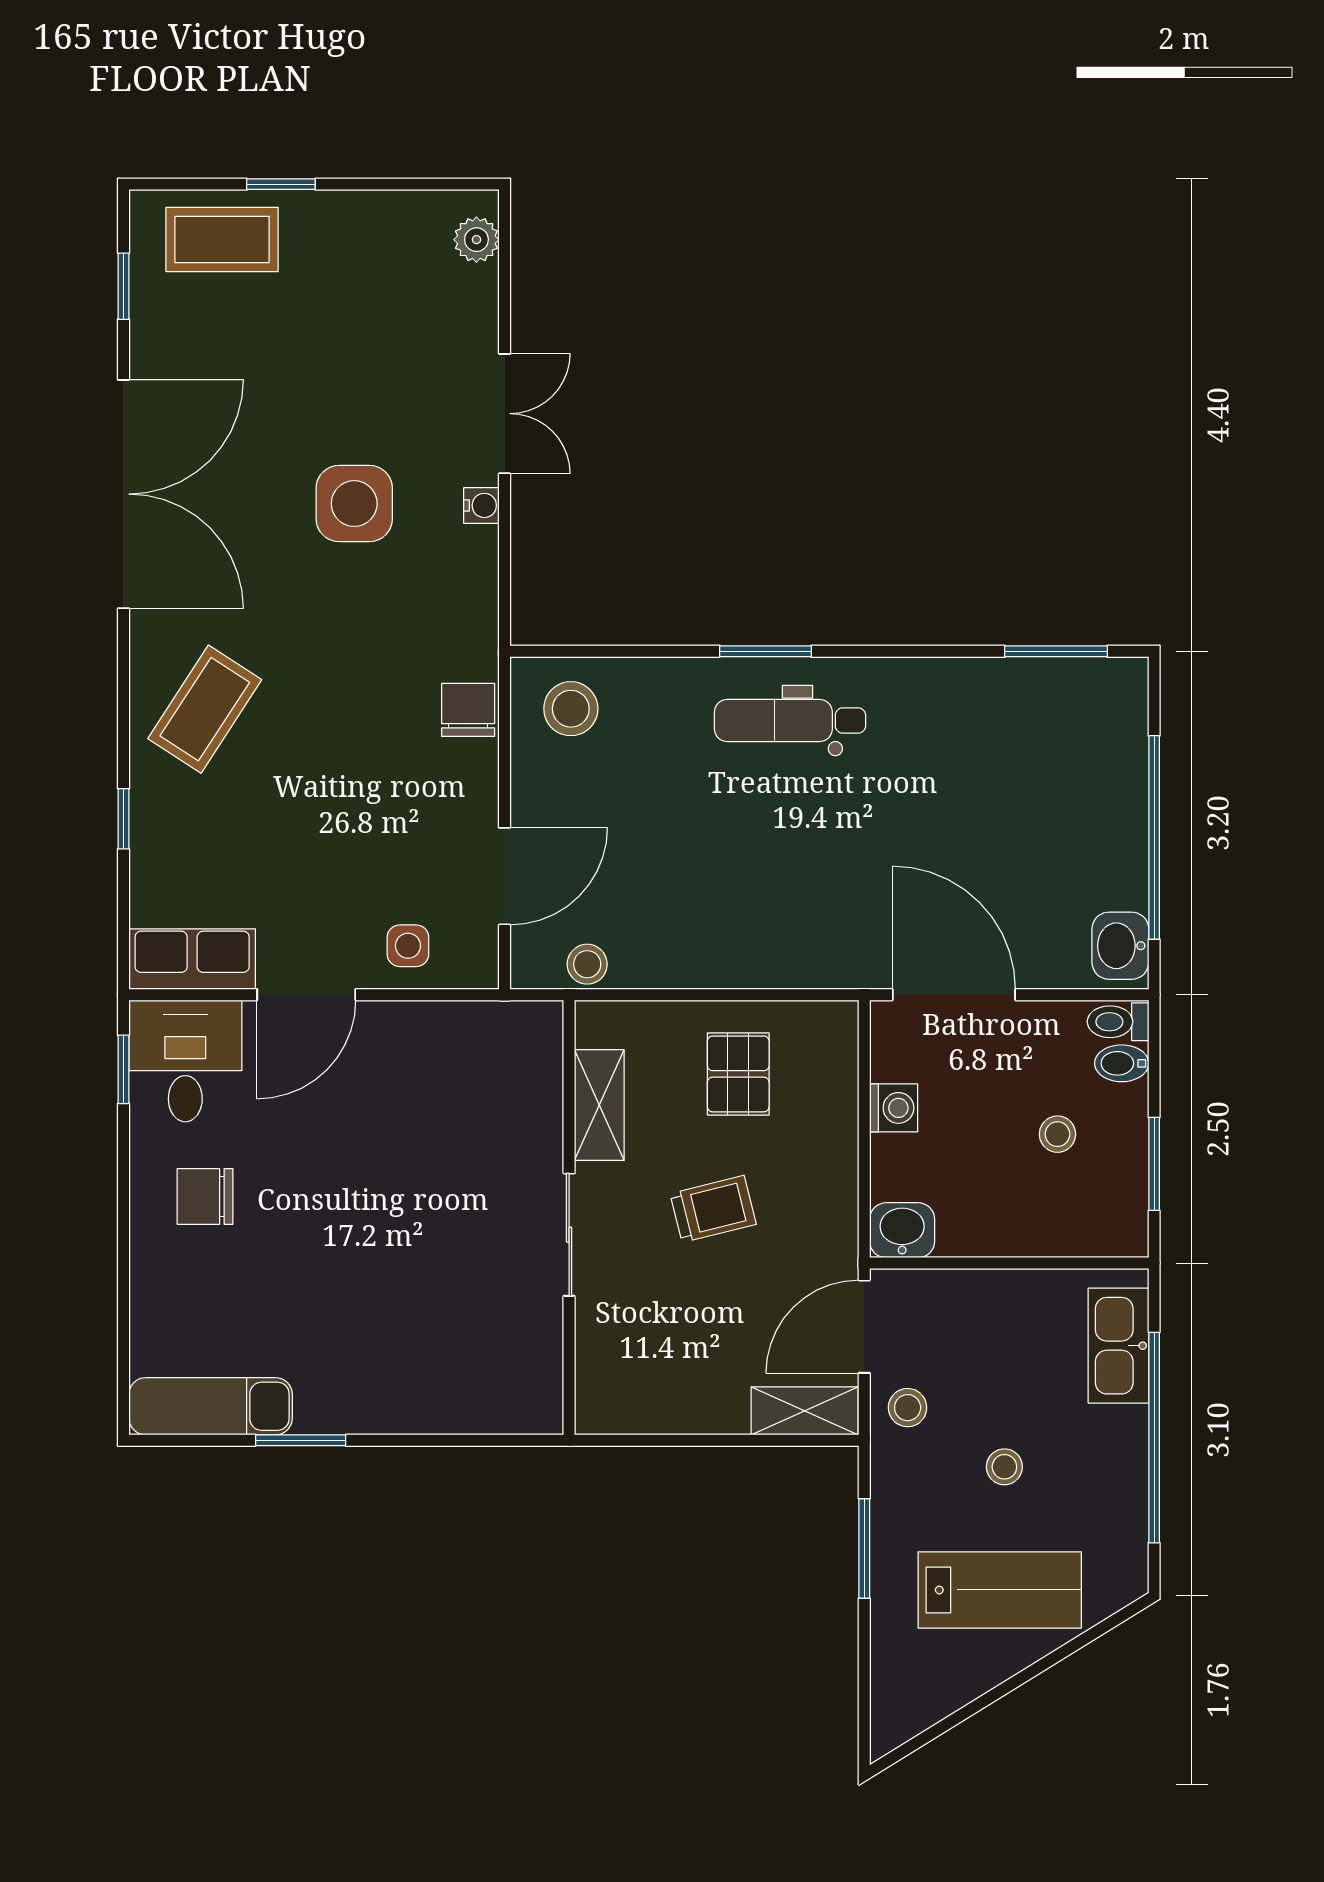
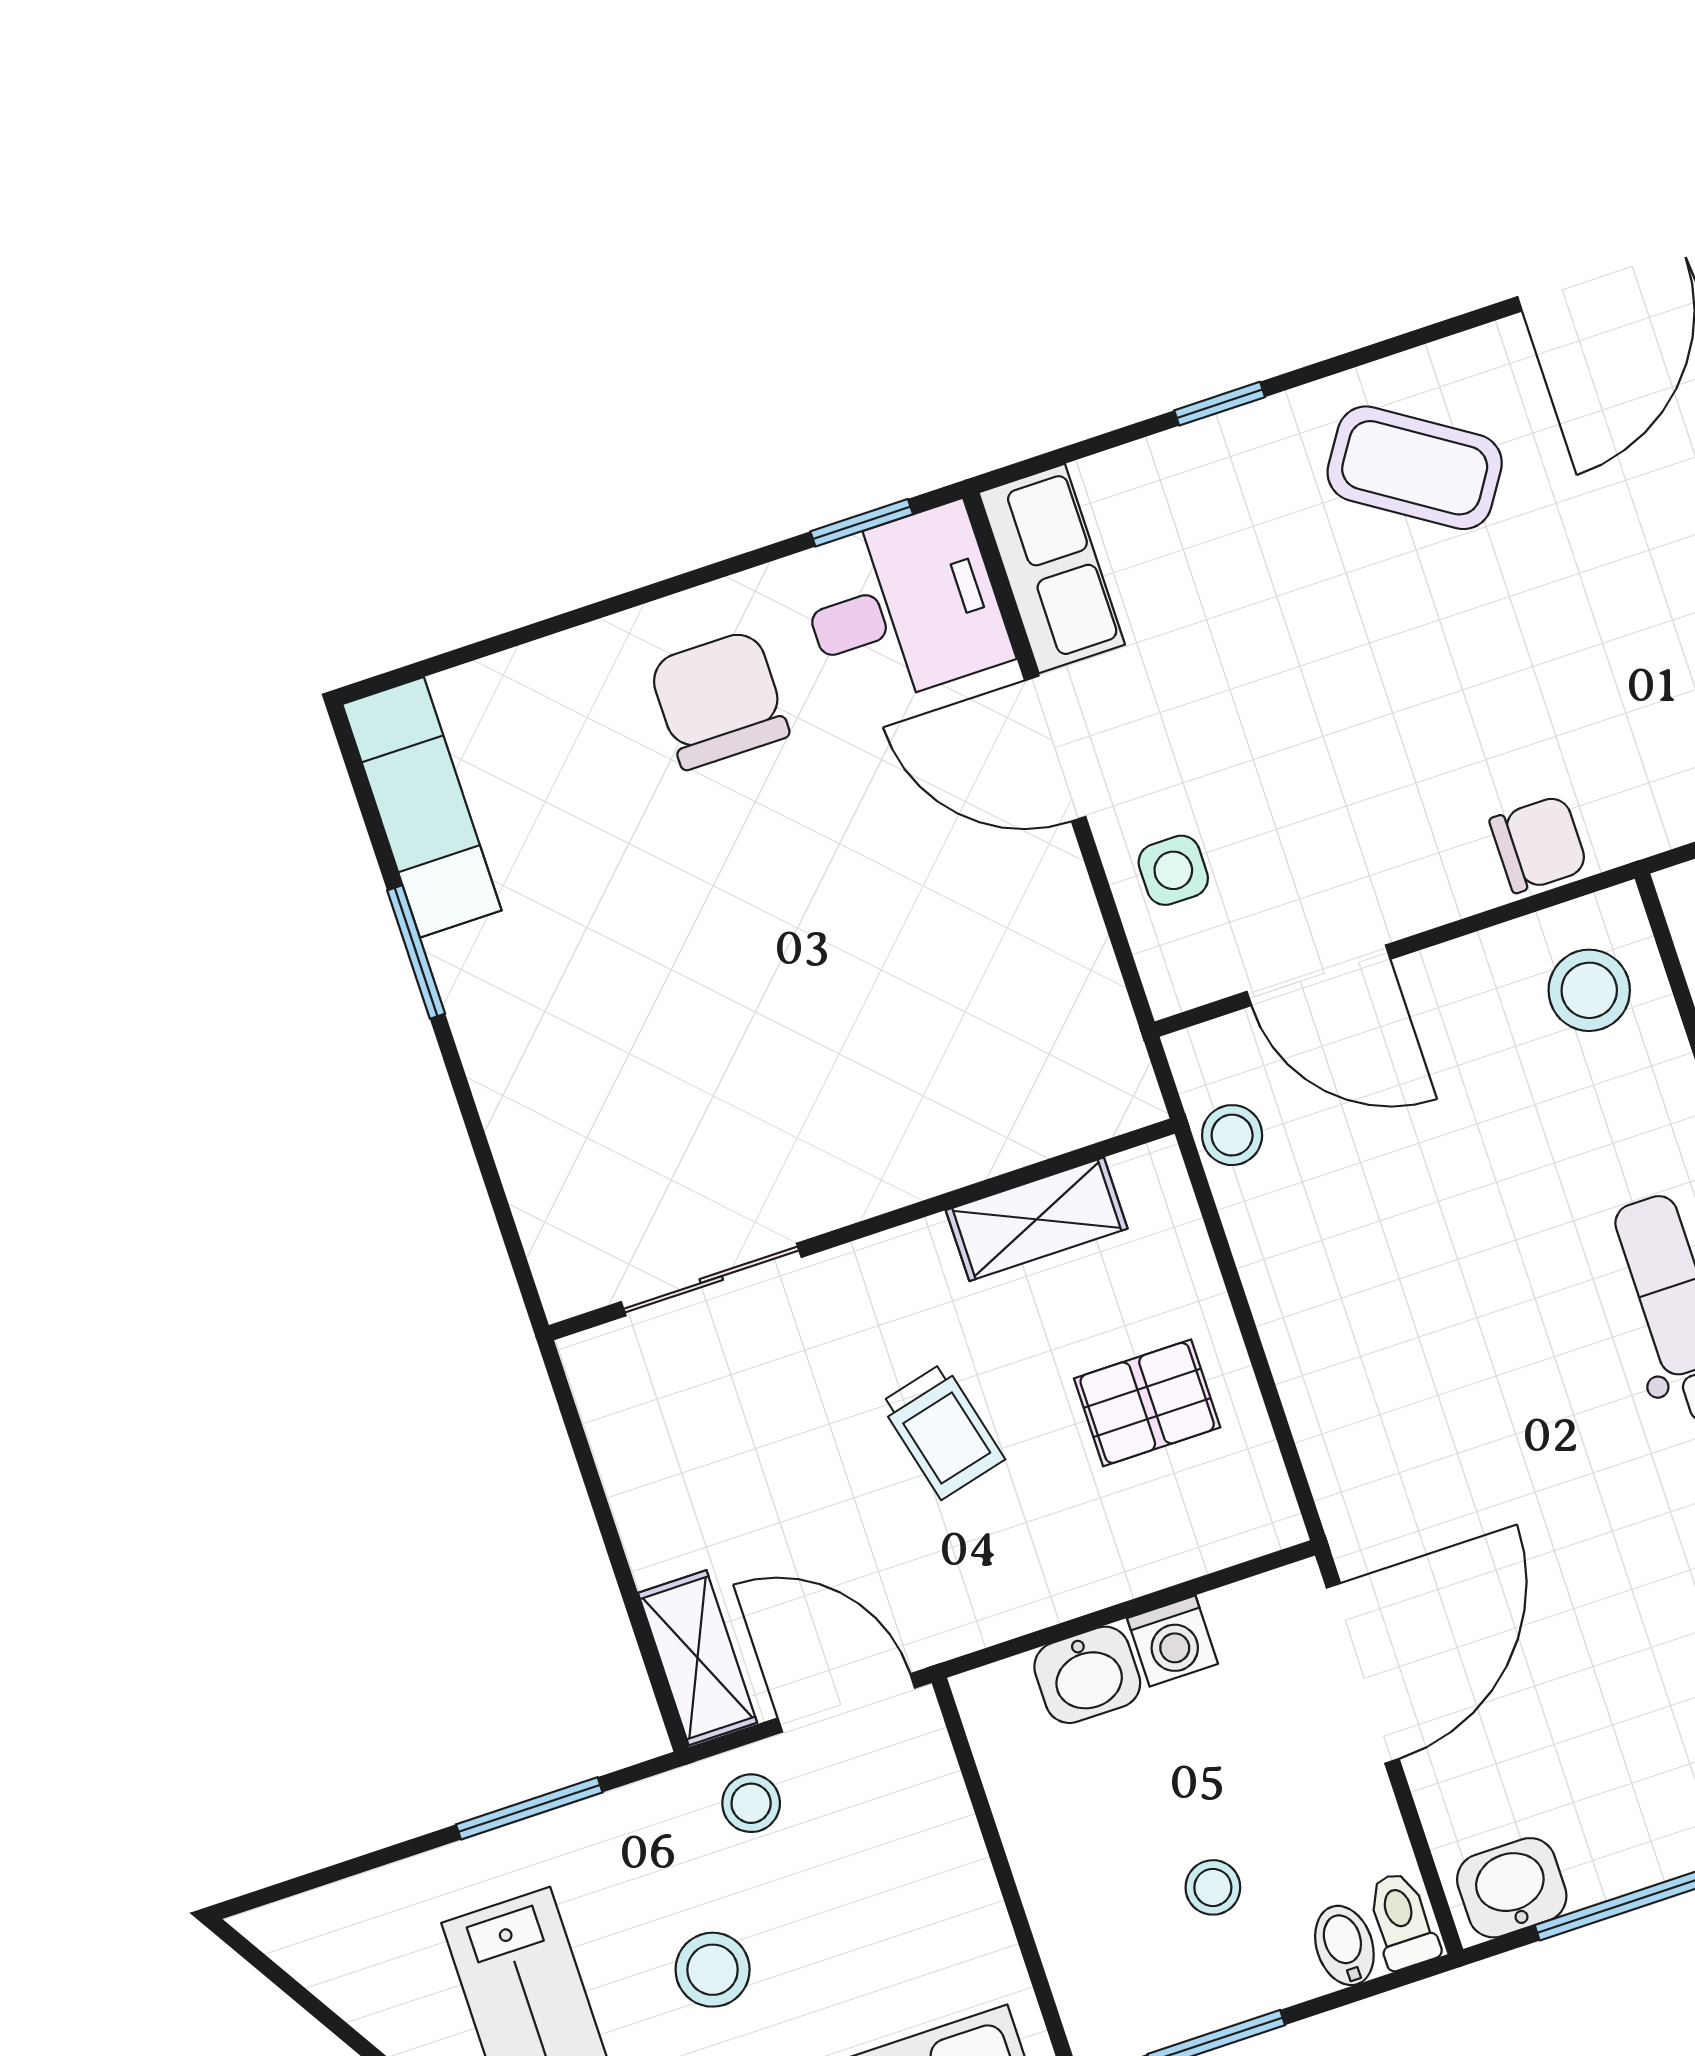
chair: (205, 1196) -> (719, 700), width x1.37, depth x1.37
washbasin: (902, 1230) -> (1087, 1675), moved, turned 90
sliding door: (569, 1235) -> (711, 1280), moved
stool: (1004, 1467) -> (713, 1970), width x1.37, depth x1.37

